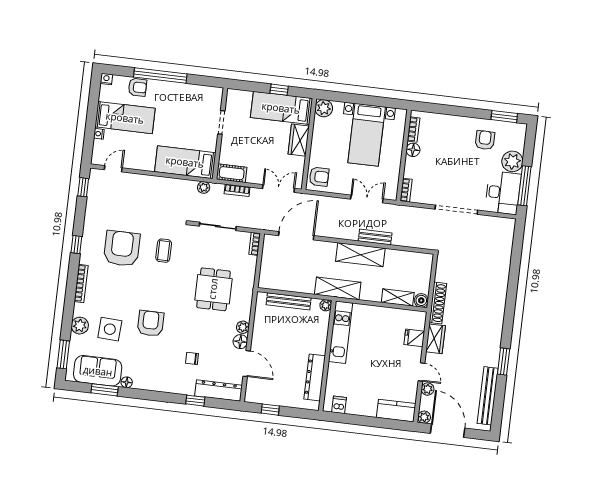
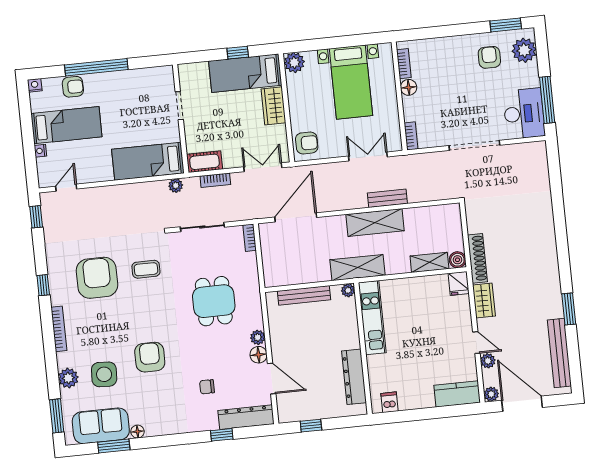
plant: (512, 161) -> (524, 50), moved
coffee table: (164, 251) -> (146, 269), turned 90
fridge: (414, 338) -> (459, 283), moved, turned -90

